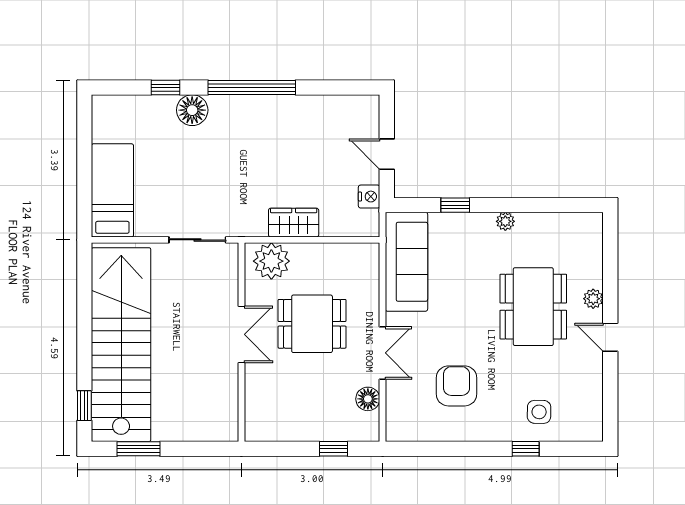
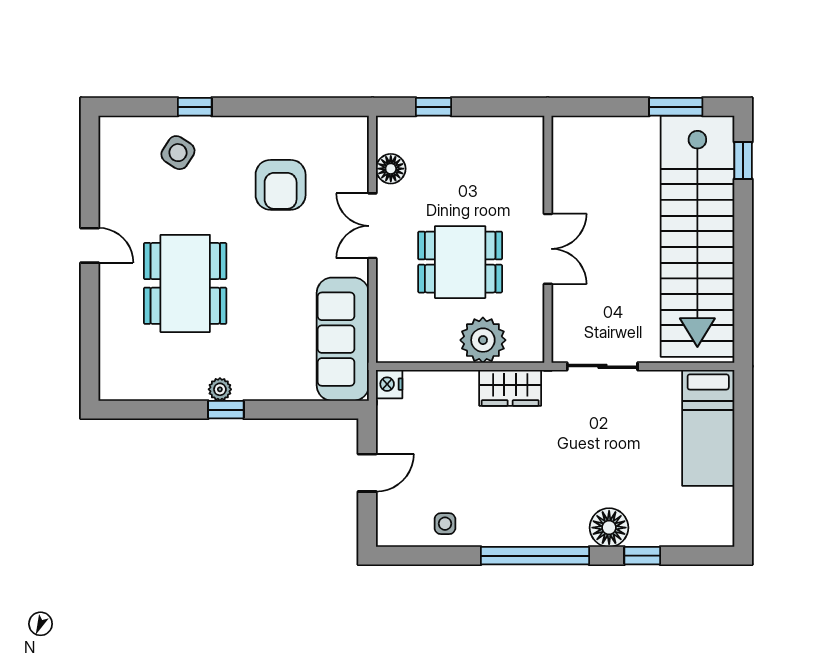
side table: (324, 113) -> (445, 524), added
door: (387, 154) -> (367, 473), hinge flipped
nightstand: (369, 197) -> (389, 384), moved
window: (455, 205) -> (226, 410), moved
wardrobe: (294, 223) -> (510, 388), moved
plant: (271, 261) -> (483, 340), moved
plant: (593, 299) -> (111, 293), removed
double door: (241, 334) -> (548, 249), swing flipped
side table: (539, 412) -> (178, 153), turned 32

